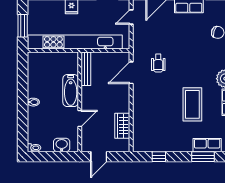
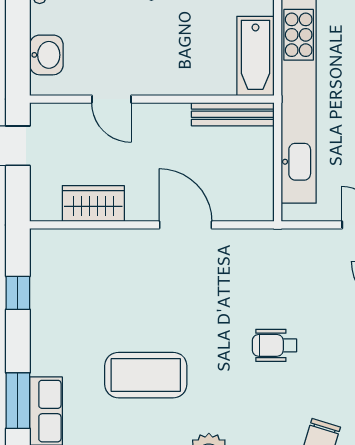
wheelchair: (158, 63) -> (274, 345), moved
door: (131, 73) -> (186, 225), moved
bathtub: (71, 91) -> (255, 56), moved, turned -90

